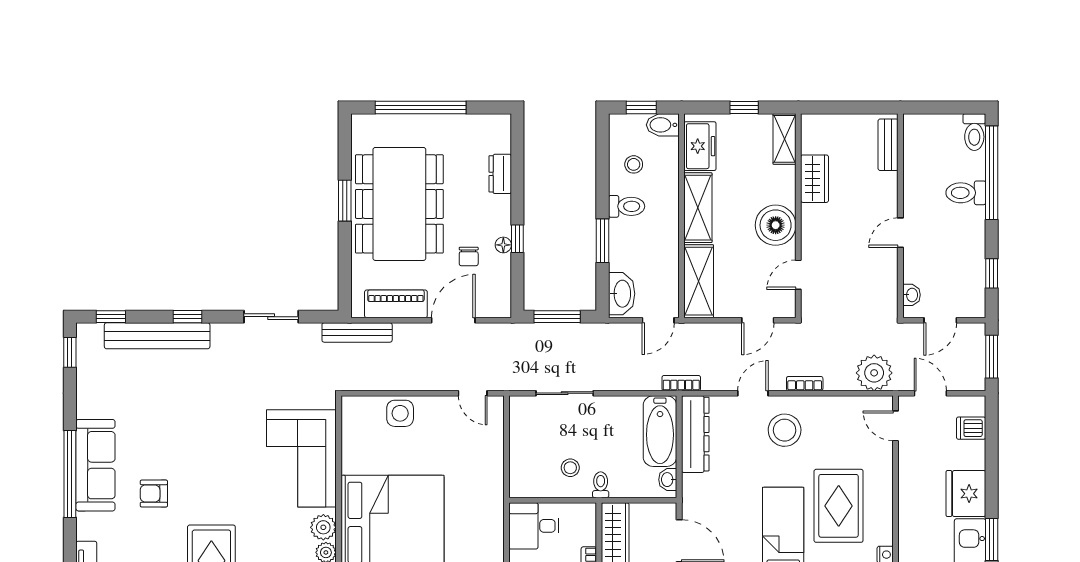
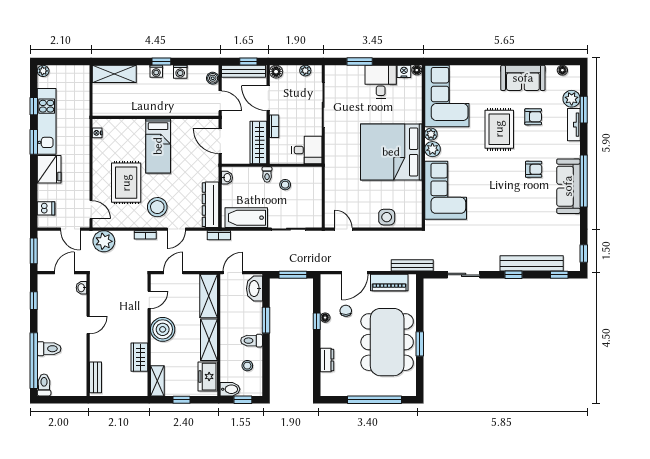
bathtub: (660, 431) -> (246, 218), moved, turned -90
rug: (839, 506) -> (126, 183), moved

